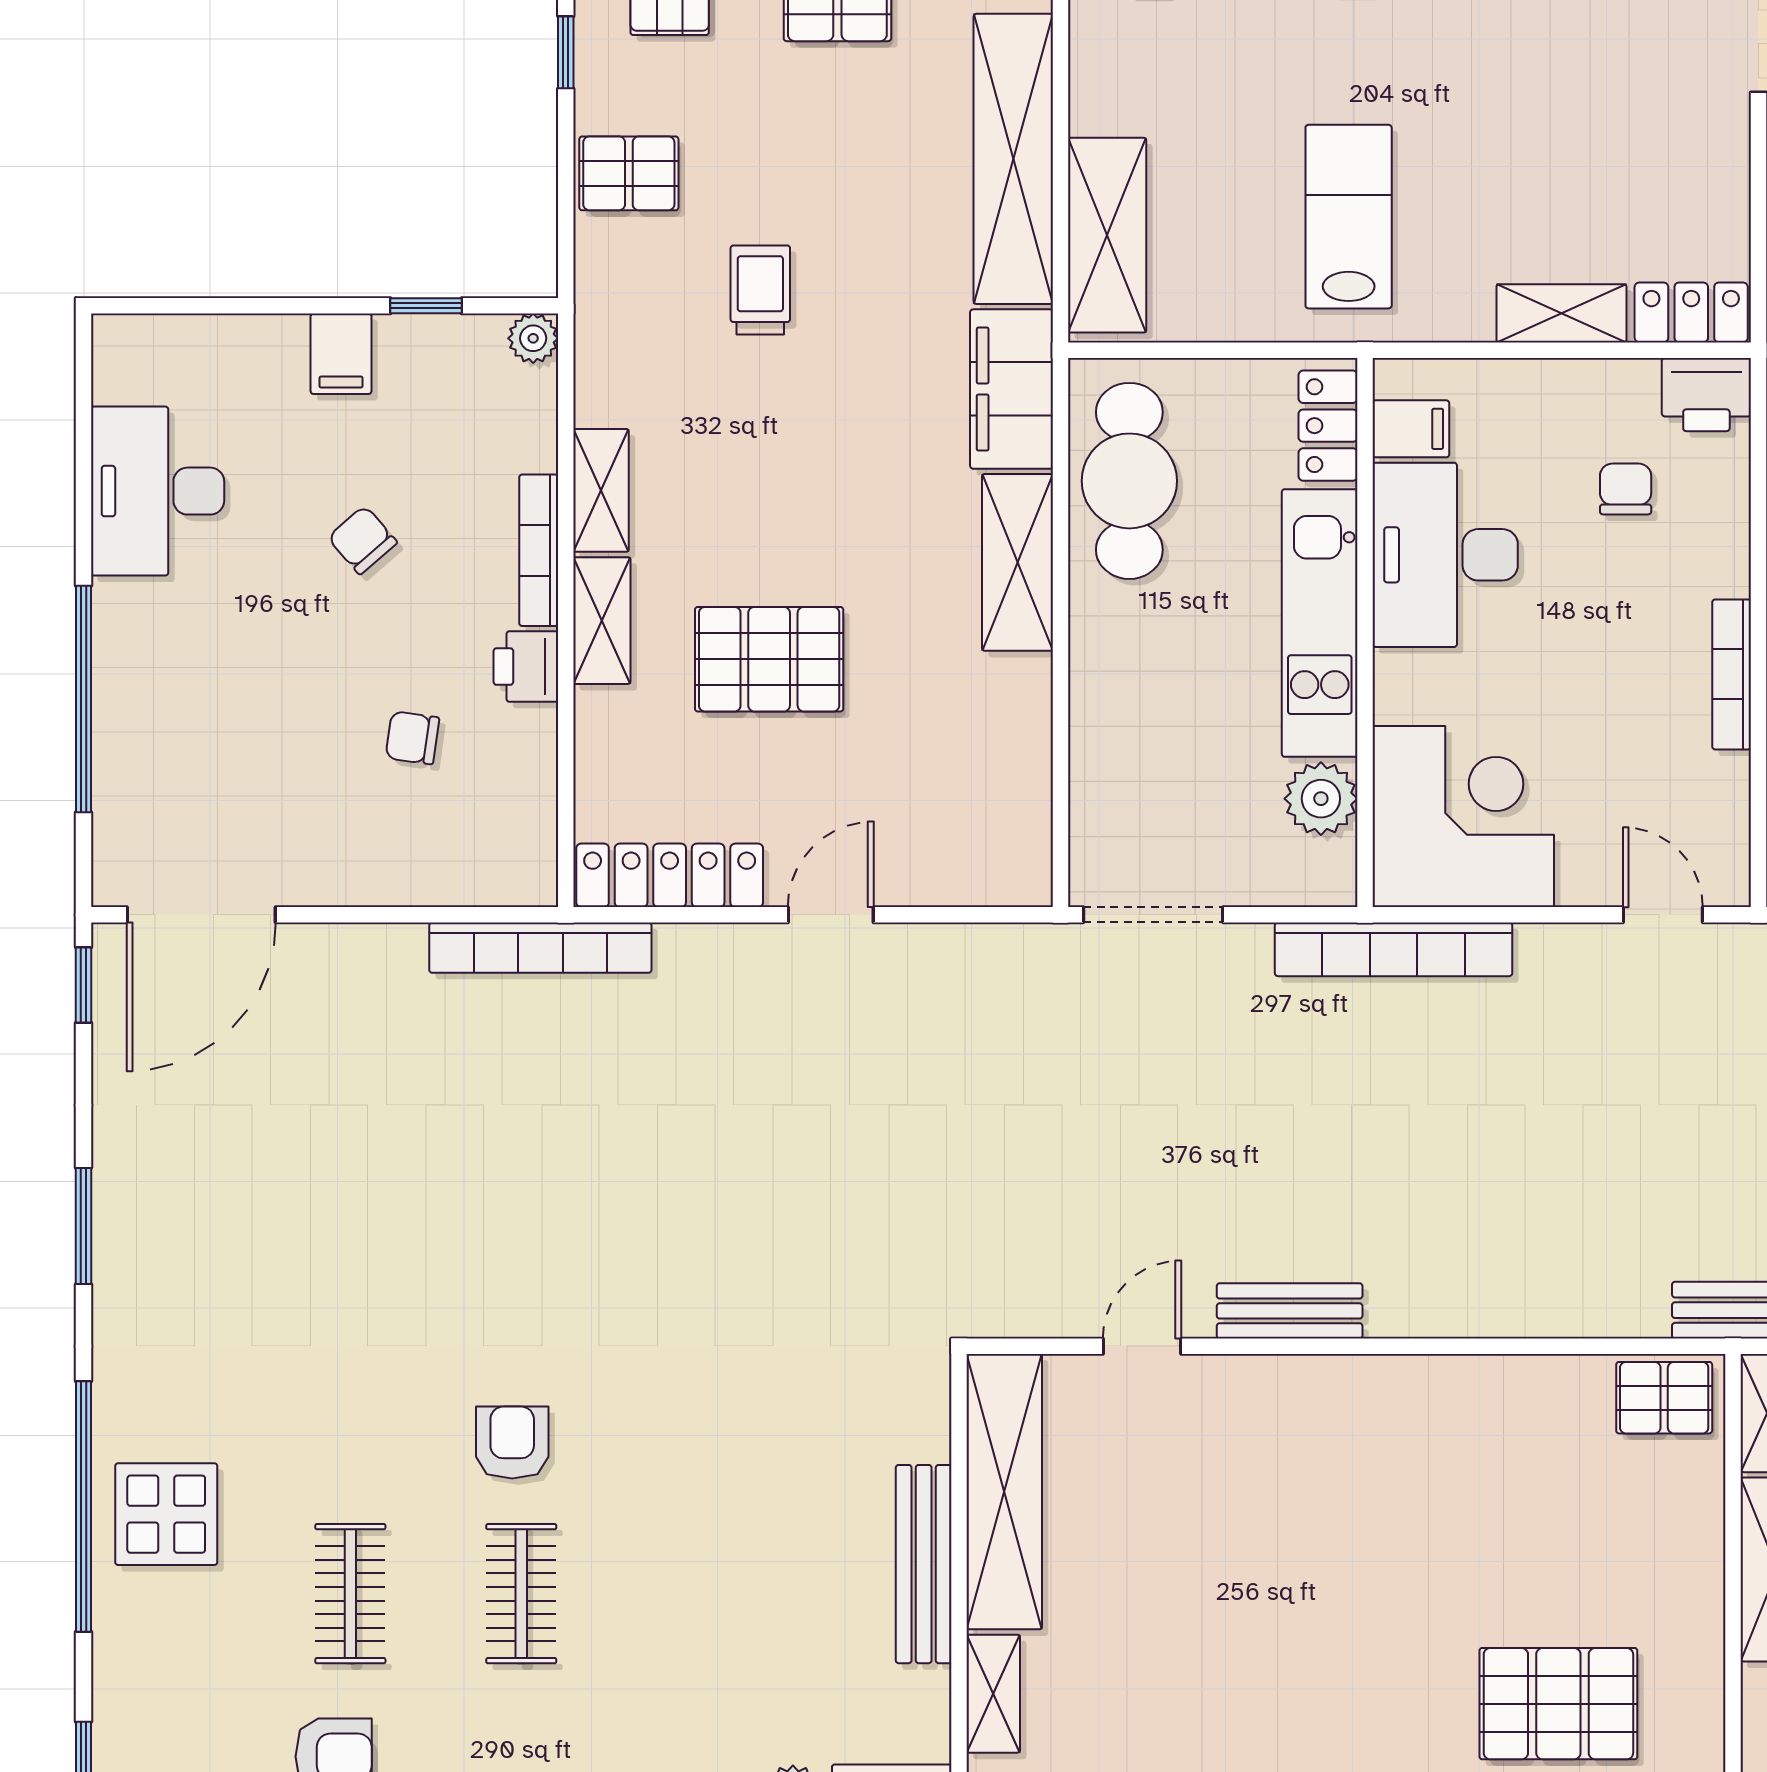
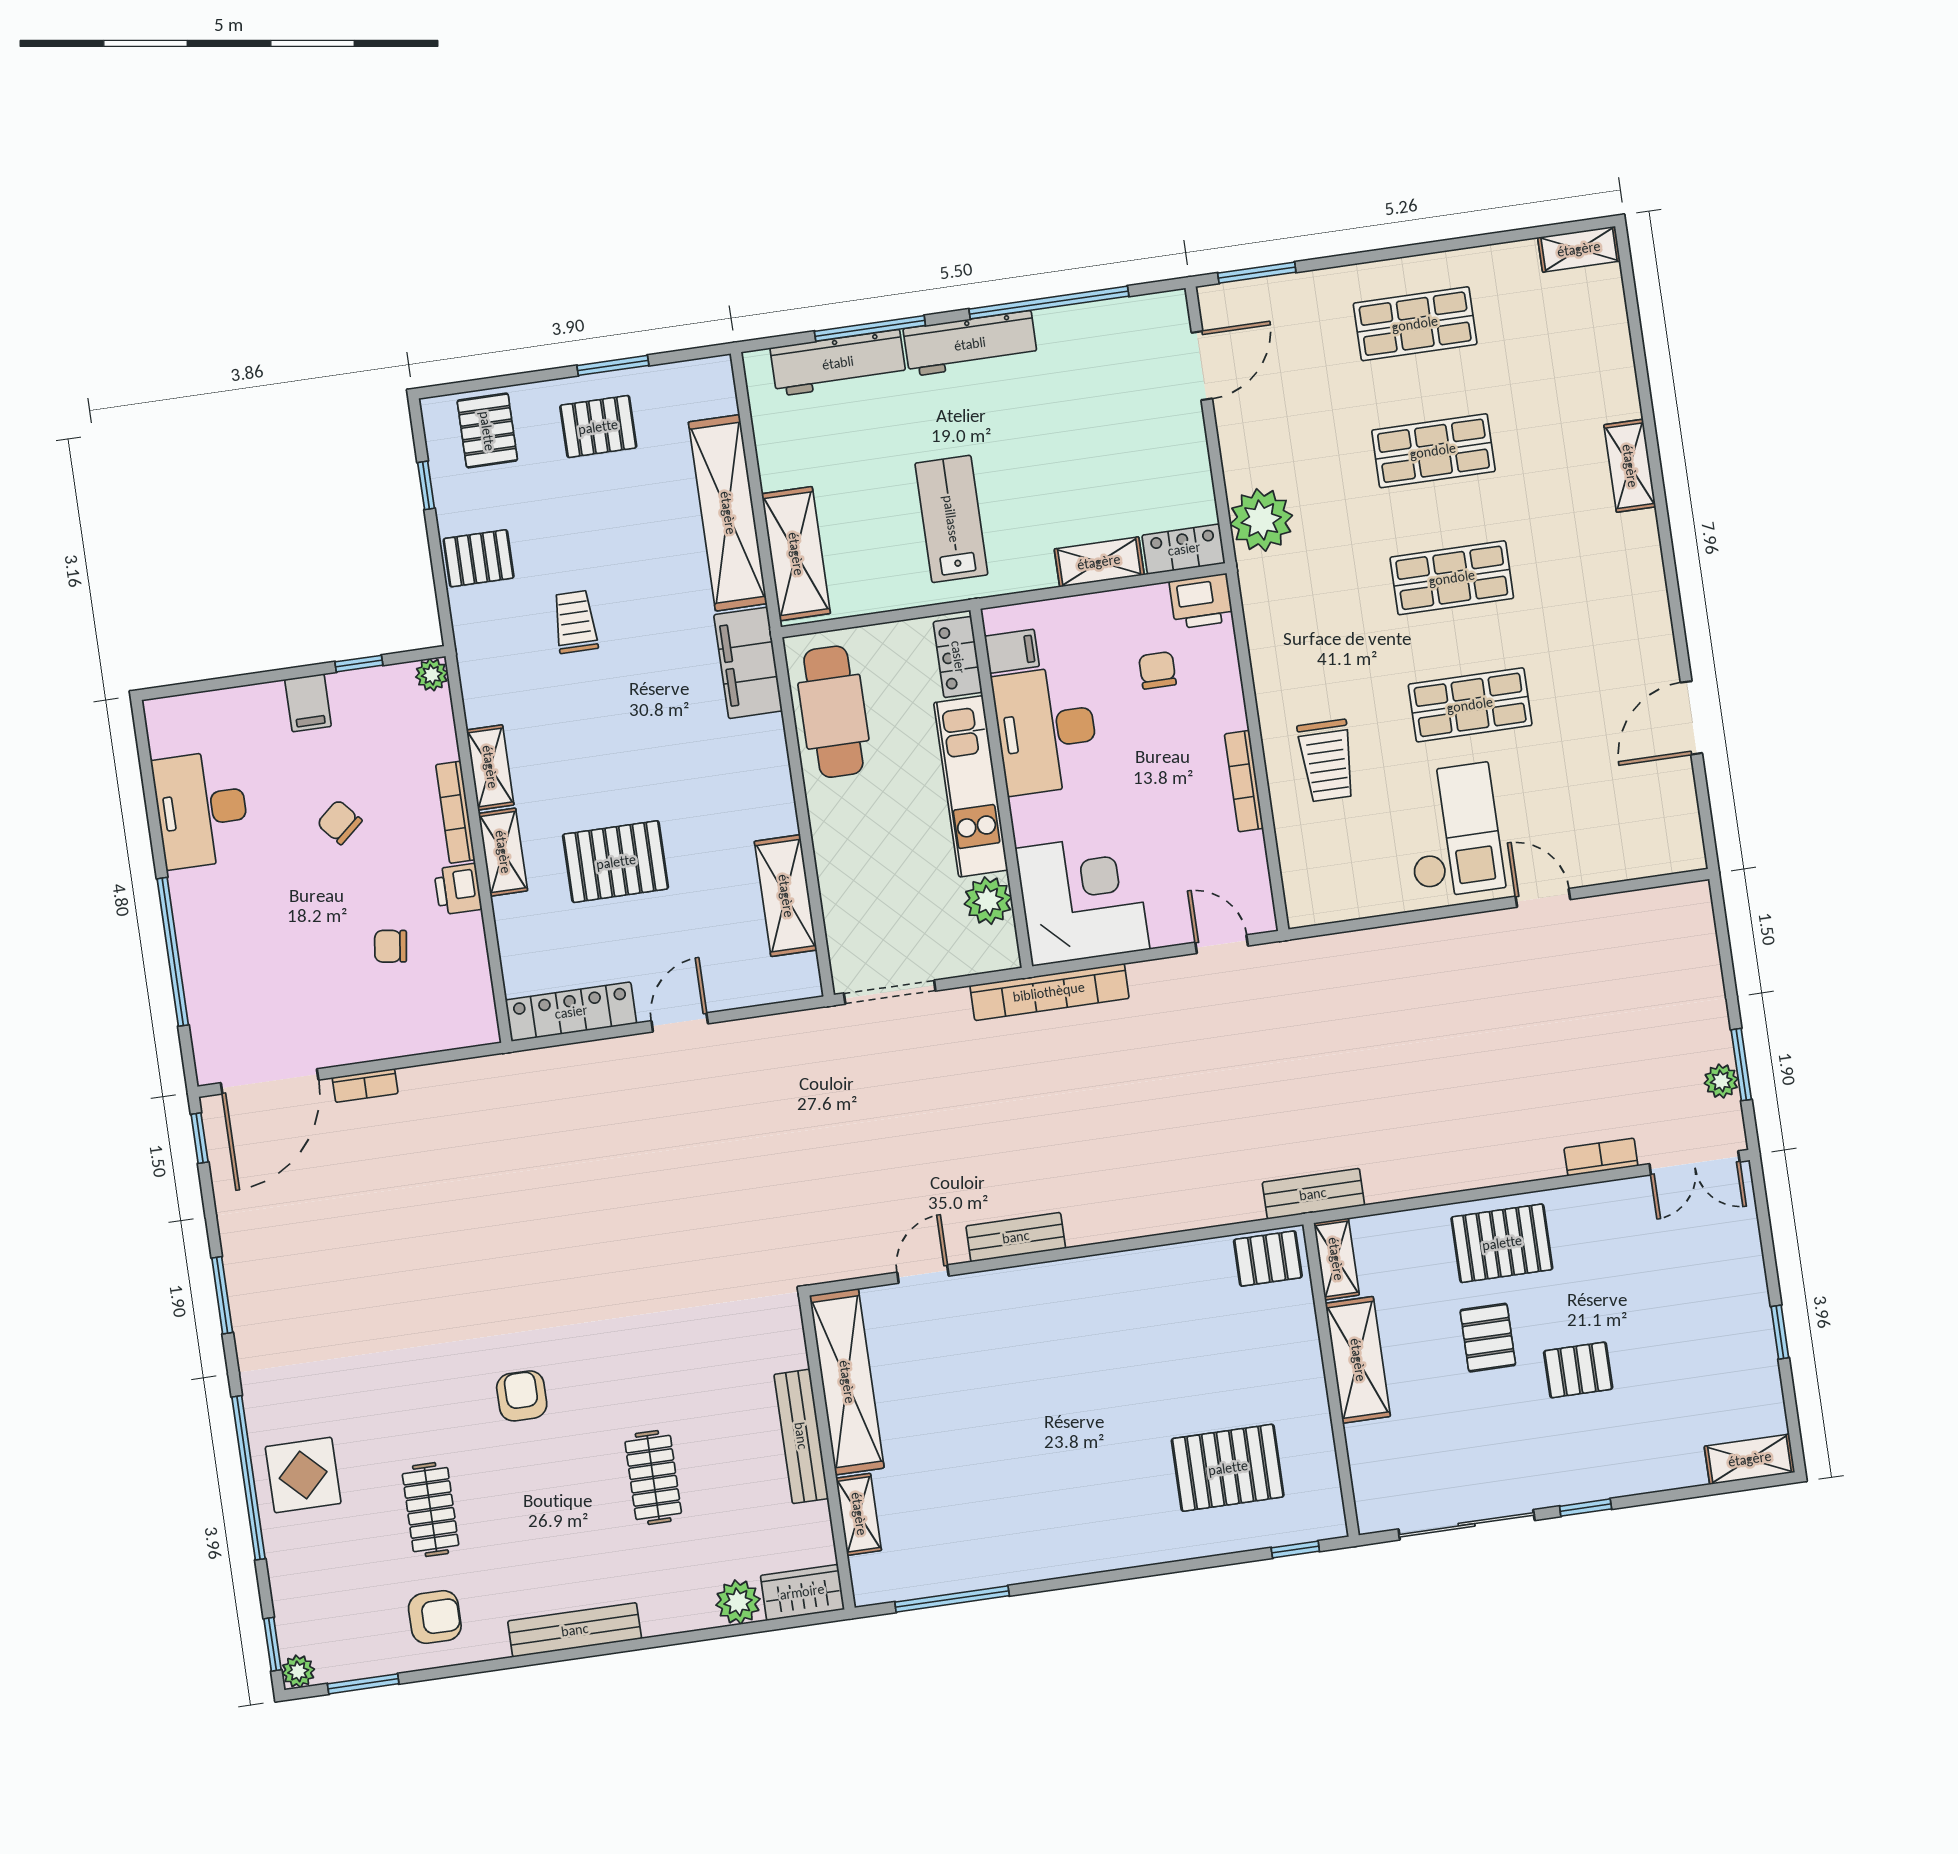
shelving: (1018, 562) -> (786, 896), moved
bookcase: (540, 948) -> (365, 1085), moved, width x0.43, depth x0.76
clothes rail: (521, 1594) -> (653, 1477), moved

